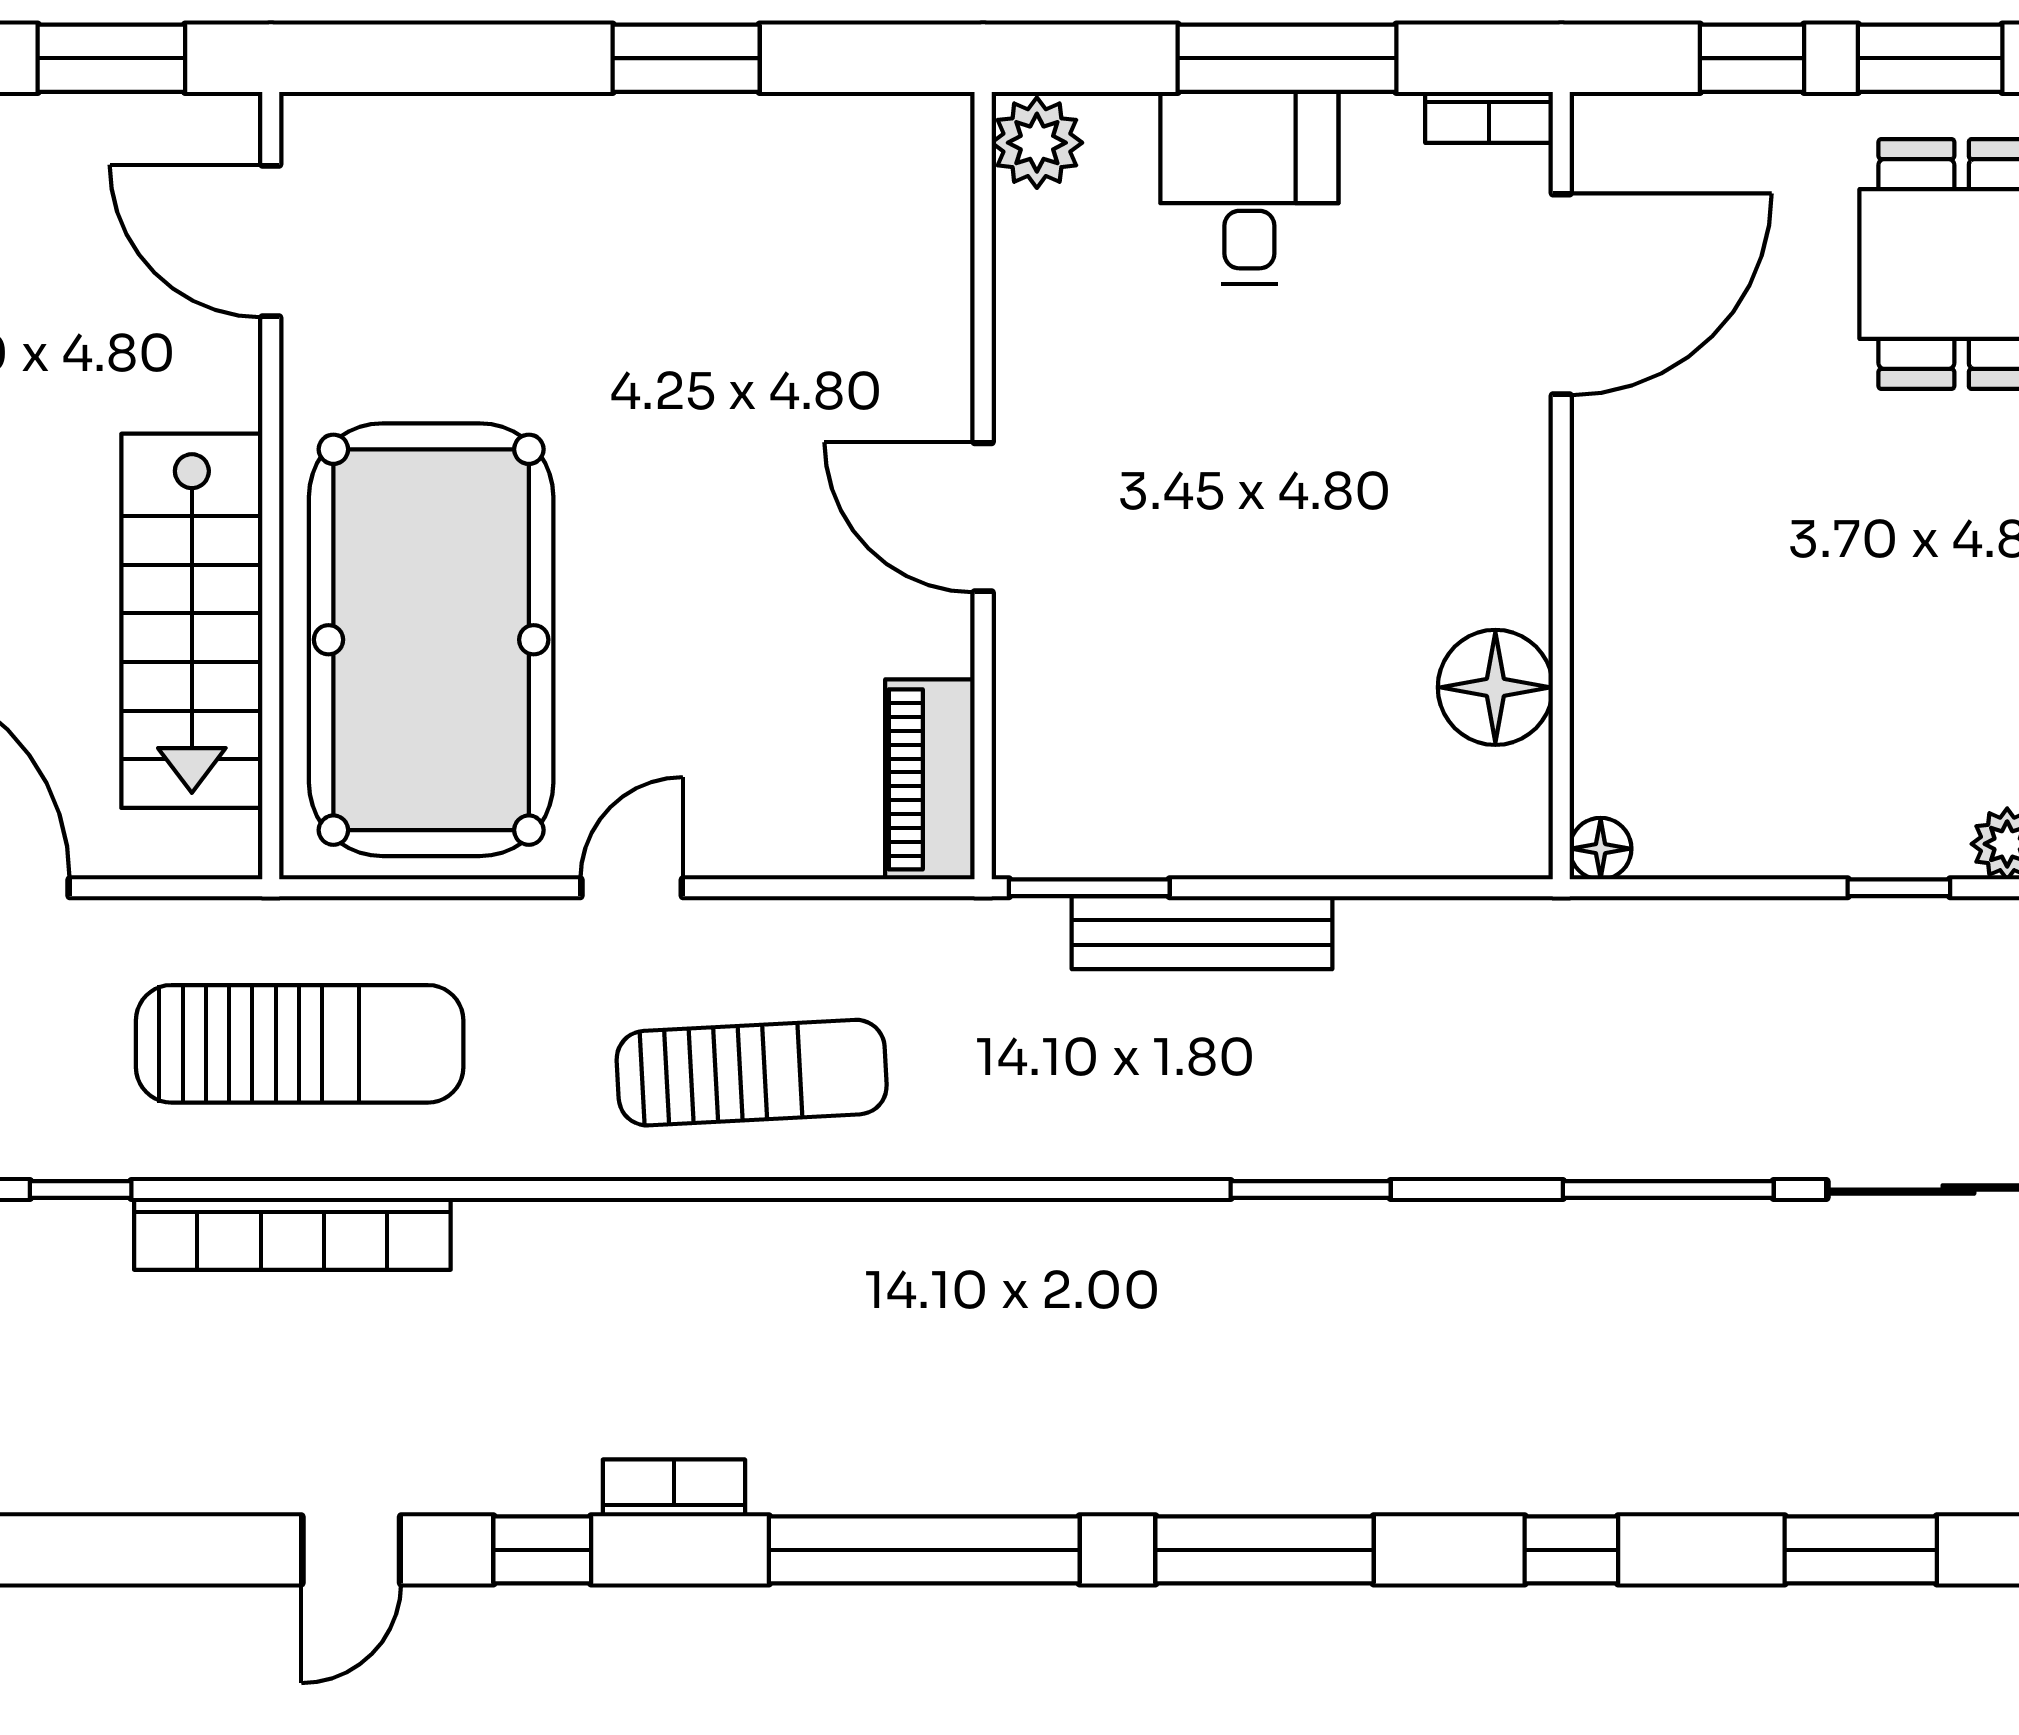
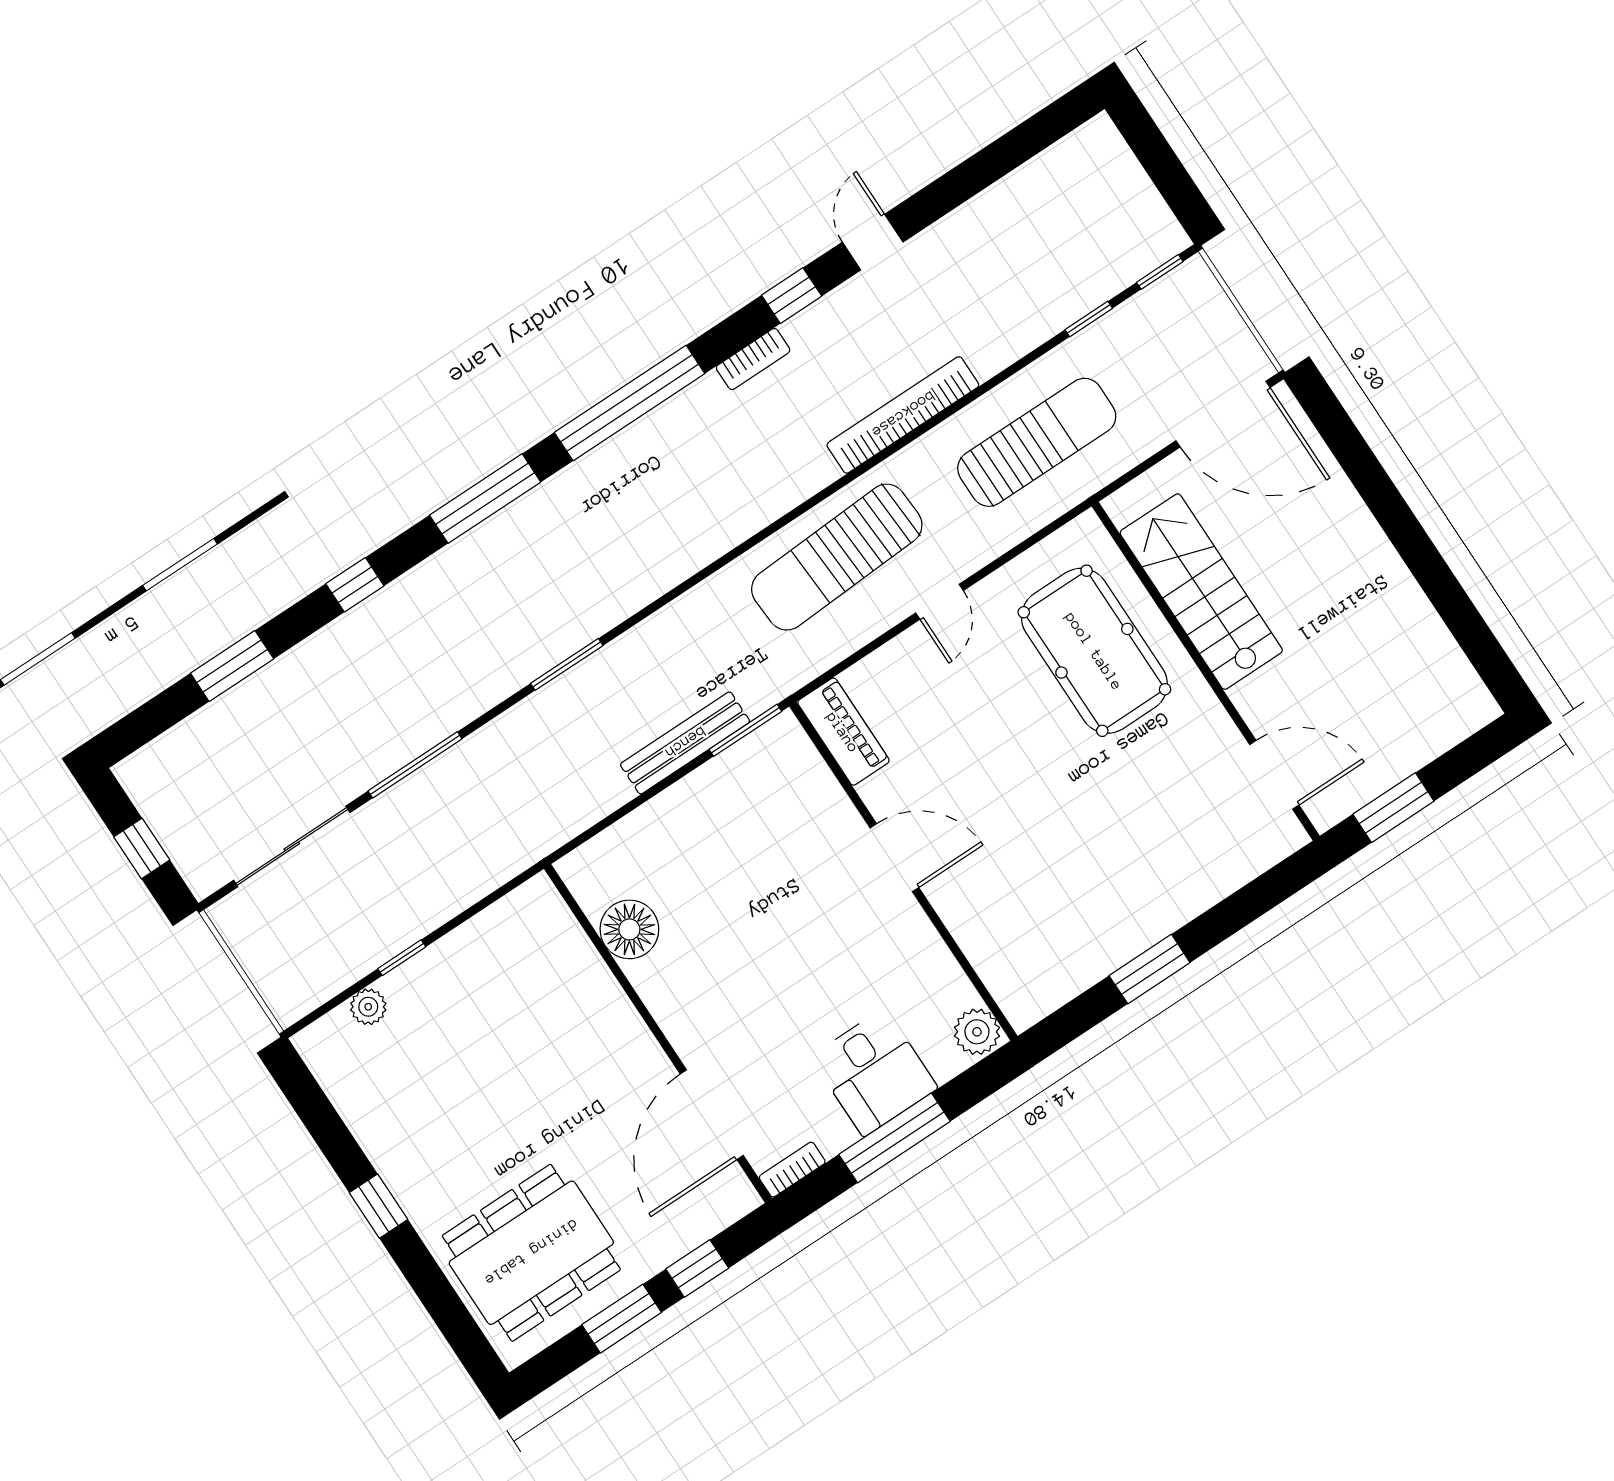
pool table: (431, 640) -> (1094, 651), width x0.73, depth x0.76
floor lamp: (1601, 849) -> (539, 891), removed
sun lounger: (300, 1044) -> (1037, 442), turned 180
sun lounger: (752, 1073) -> (837, 557), width x1.36, depth x1.34
bookcase: (292, 1234) -> (903, 415), moved

